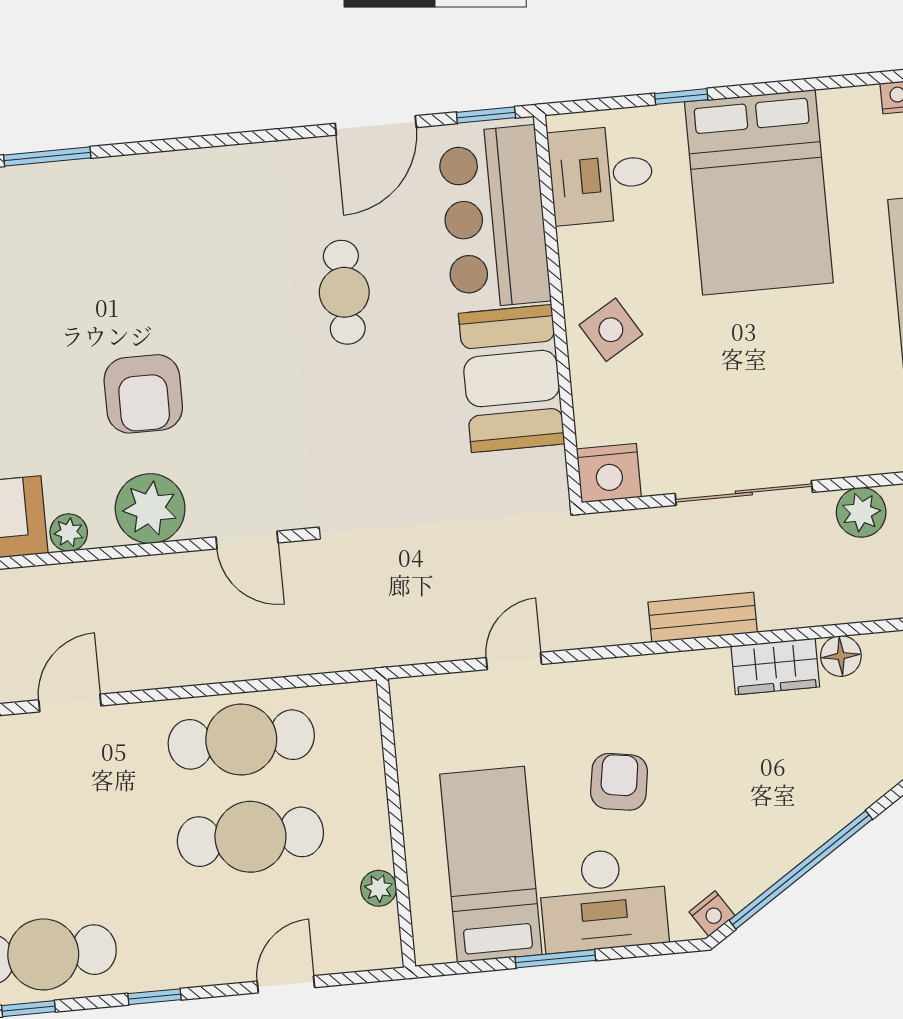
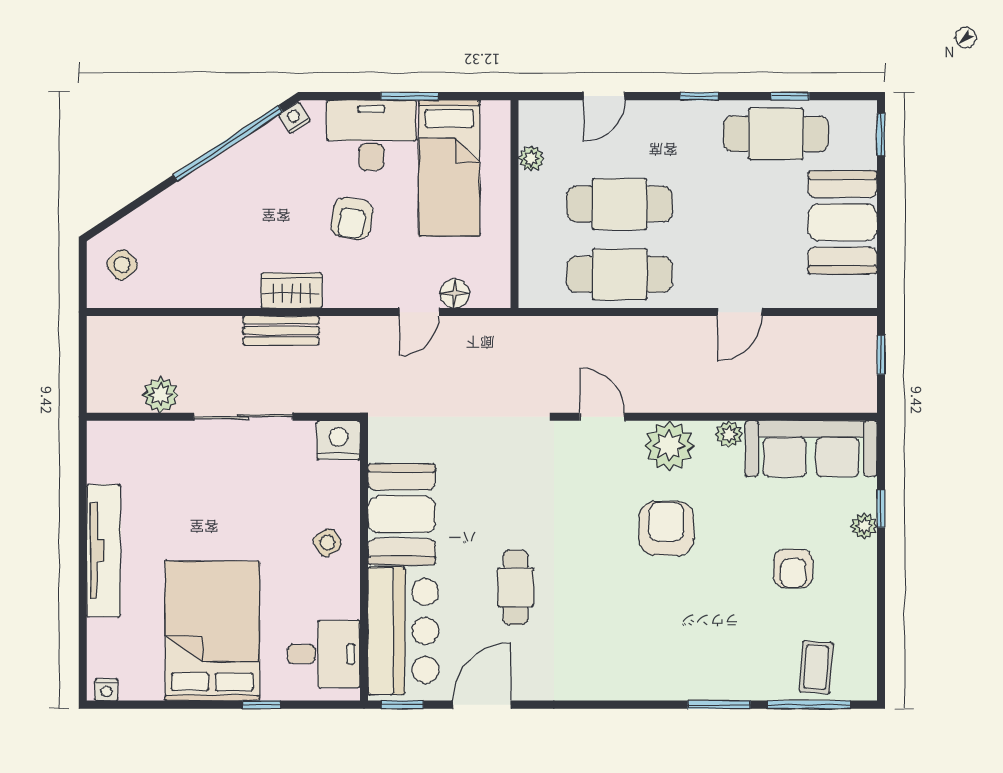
side table: (611, 330) -> (327, 543), width x0.73, depth x0.73
floor lamp: (841, 656) -> (455, 294), moved
wardrobe: (775, 666) -> (291, 290), moved

